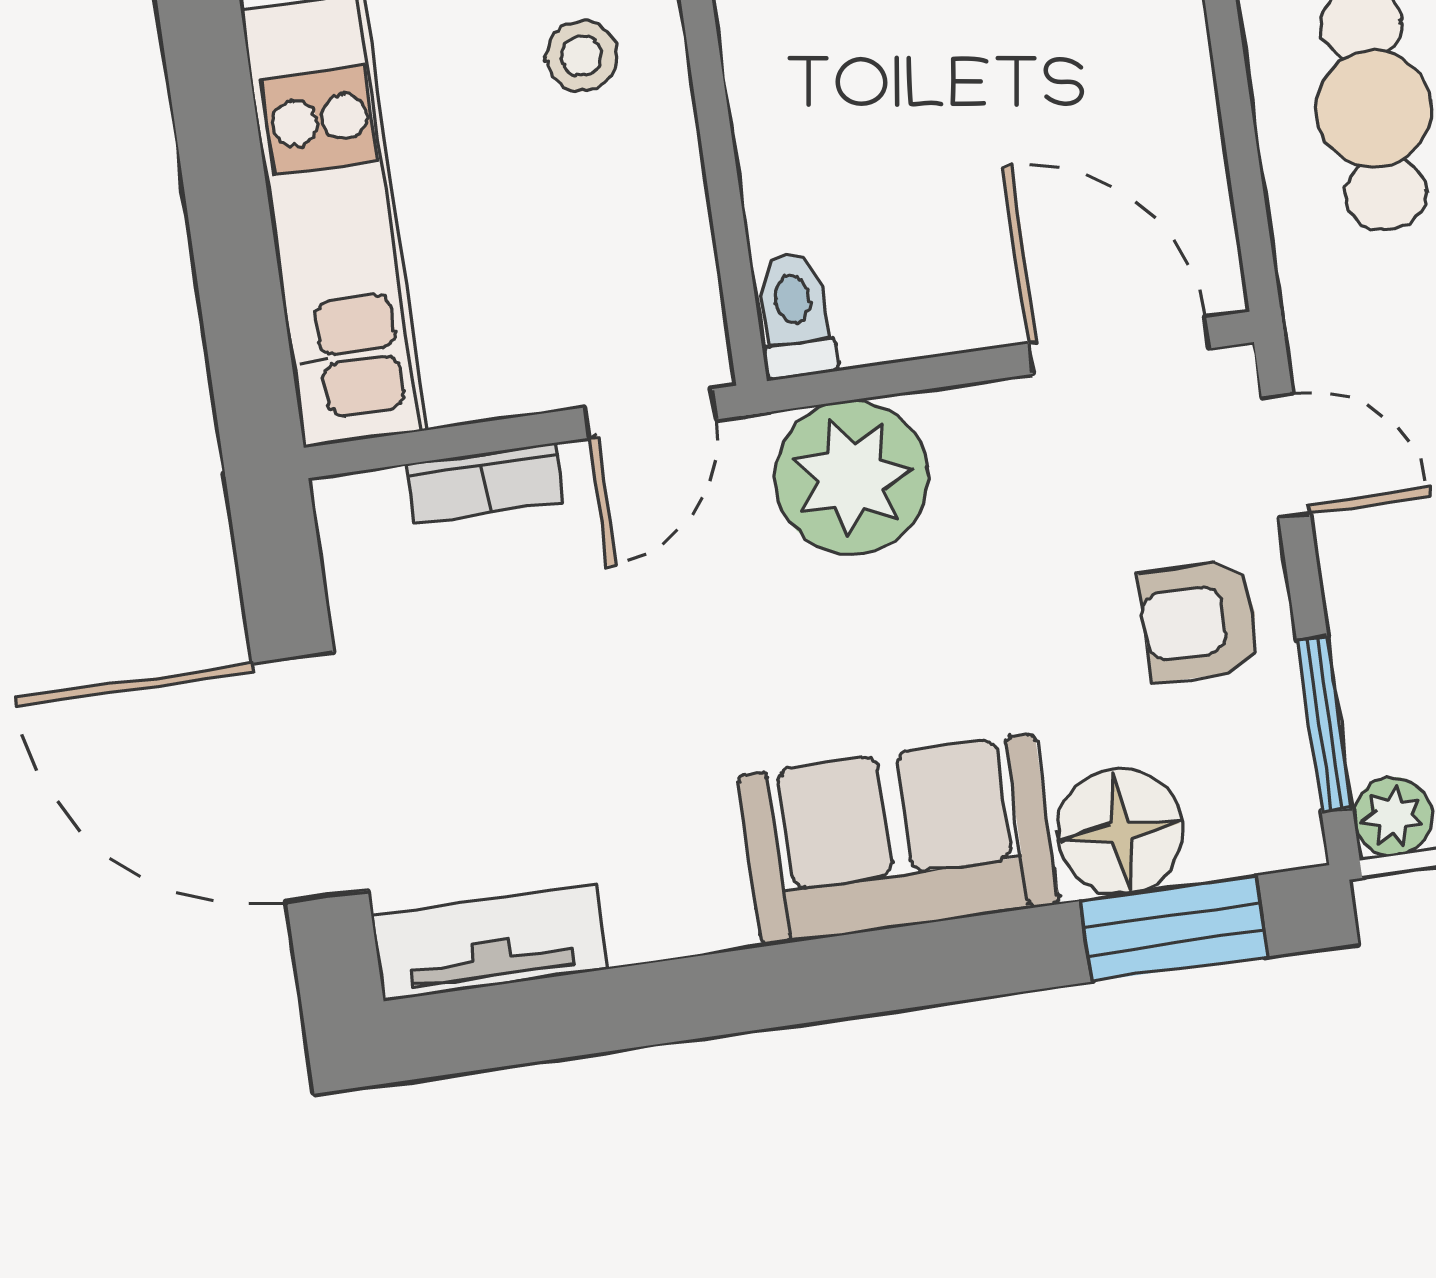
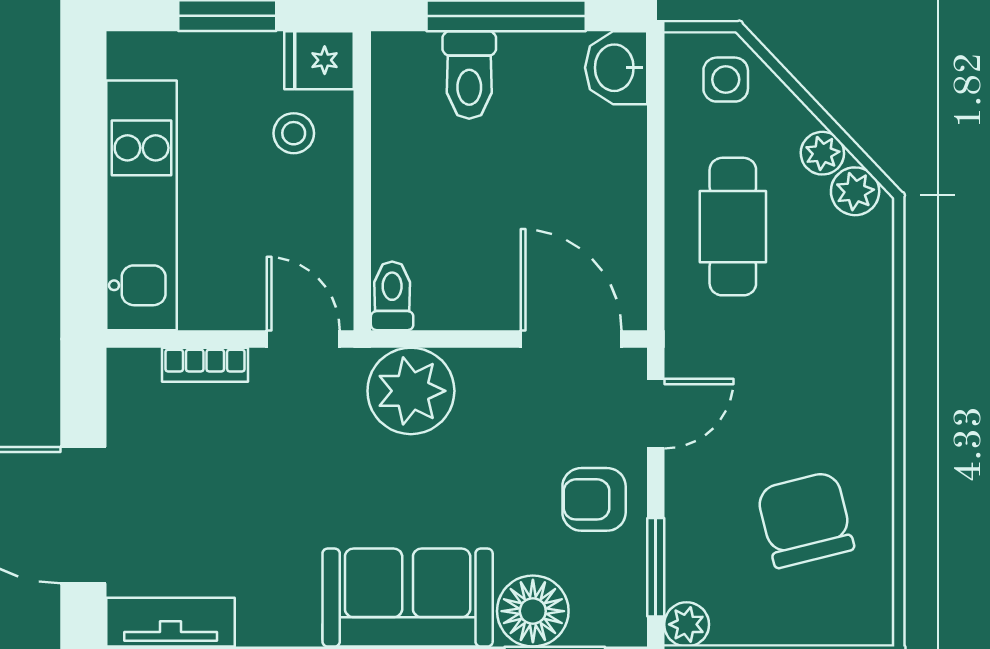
door: (650, 413) -> (303, 339), swing flipped
door: (1286, 455) -> (656, 414), hinge flipped

